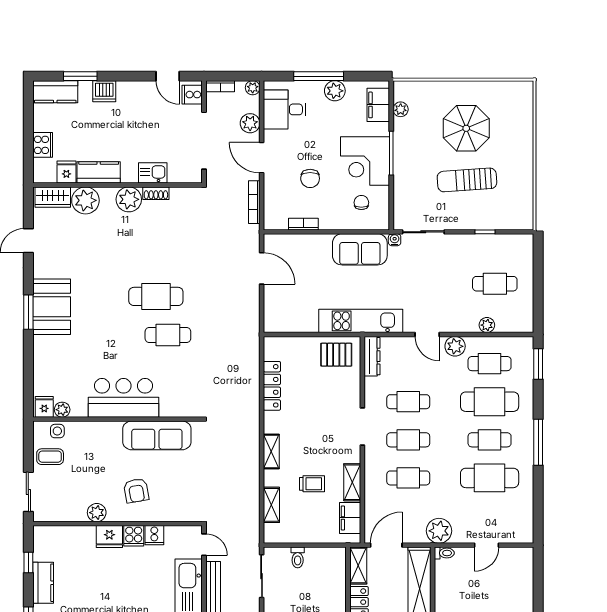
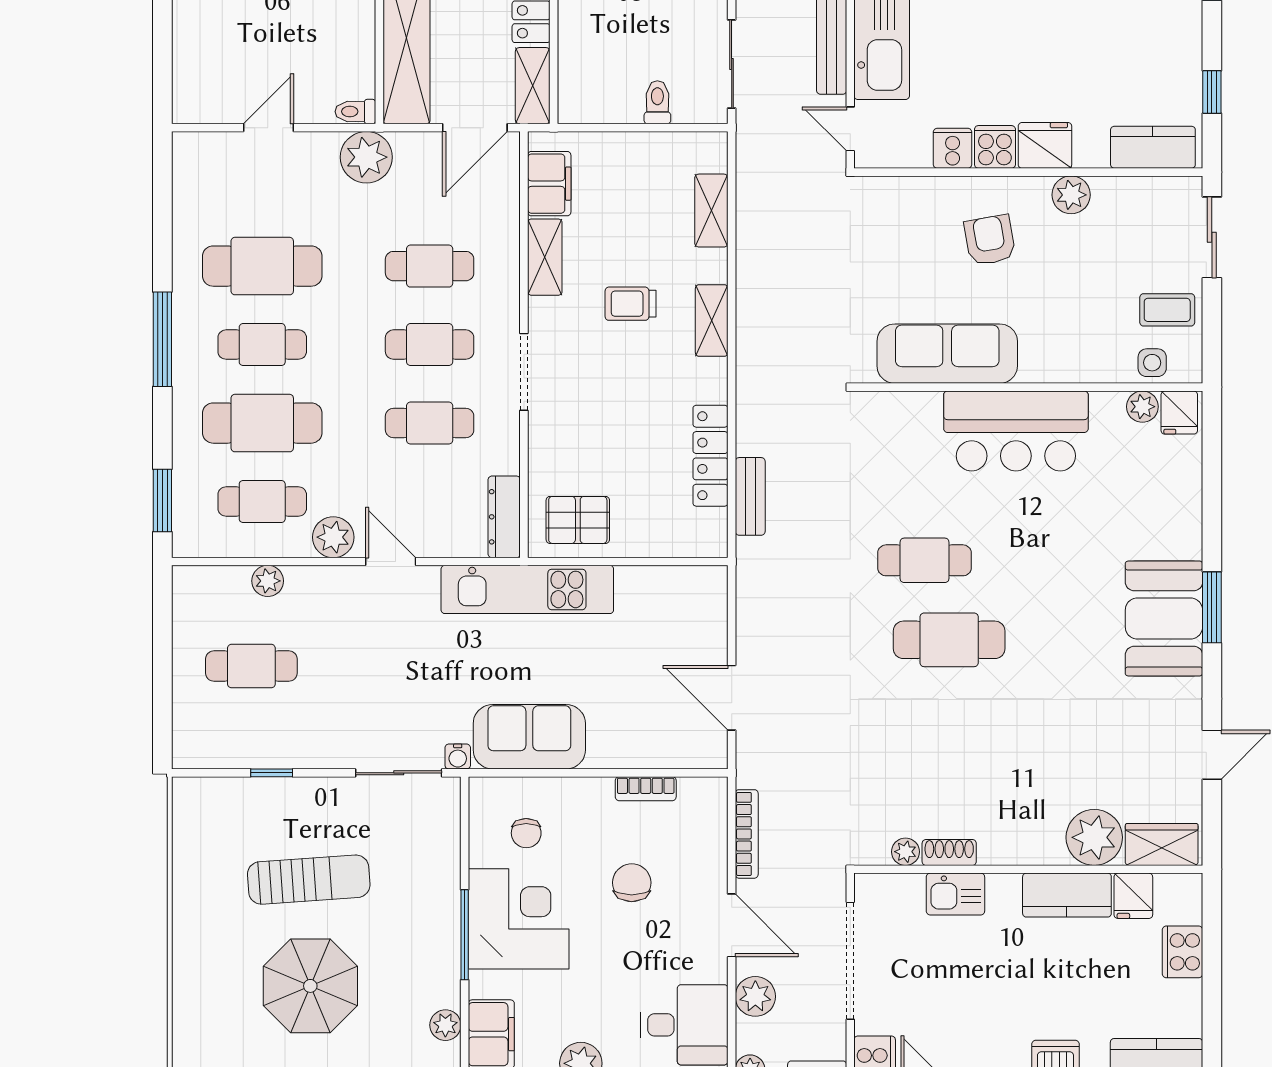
plant: (129, 199) -> (905, 852), moved, width x0.53, depth x0.53
bench: (253, 366) -> (750, 496), added
trolley: (312, 484) -> (631, 304), moved
kitchen counter: (43, 583) -> (1153, 147), moved, turned 90

